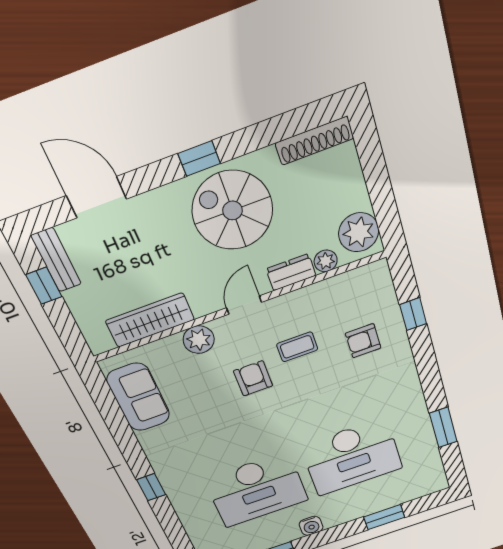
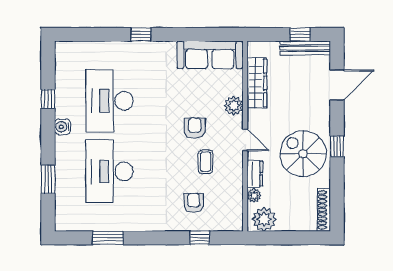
spiral stairs: (233, 210) -> (303, 154), turned -90
bench: (56, 260) -> (305, 48), width x1.36
armchair: (253, 378) -> (195, 128), turned -90
sofa: (138, 397) -> (210, 55), width x1.36

